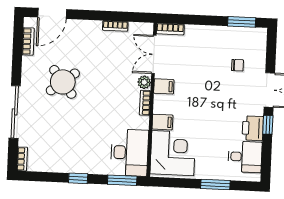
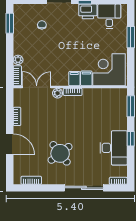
door: (52, 13) -> (10, 144), moved
plant: (192, 31) -> (18, 60), added
double door: (154, 54) -> (37, 87), swing flipped
filing cabinet: (164, 86) -> (74, 79), moved
desk: (129, 153) -> (114, 148), moved, turned 90

